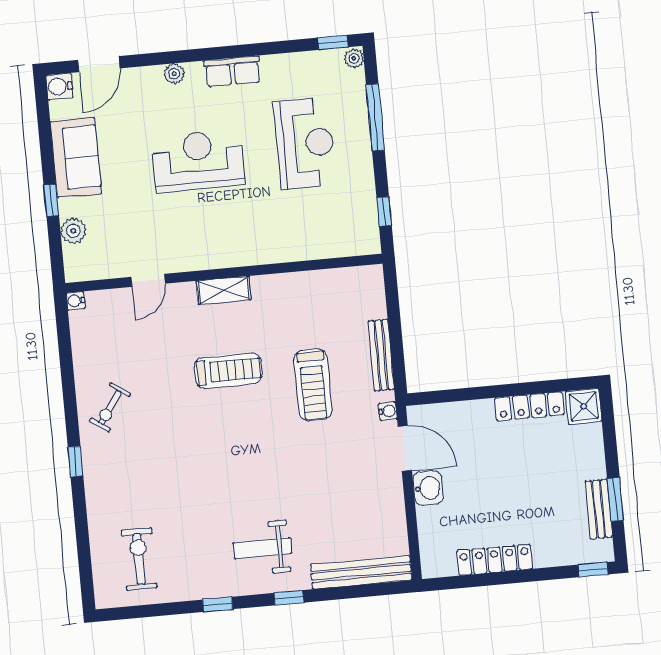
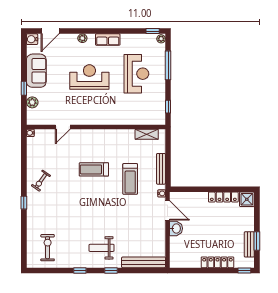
shelving: (224, 290) -> (147, 134), moved
treadmill: (228, 371) -> (94, 169), turned 180
locker: (495, 560) -> (217, 262), moved

